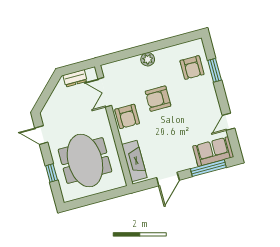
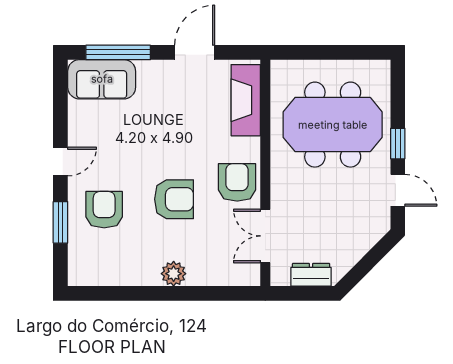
armchair: (192, 67) -> (104, 210), moved
double door: (105, 92) -> (265, 236), swing flipped
door: (228, 122) -> (60, 162), moved
meeting table: (85, 161) -> (333, 125), turned 90
window: (52, 173) -> (398, 144), moved

